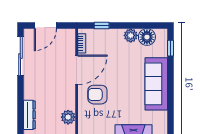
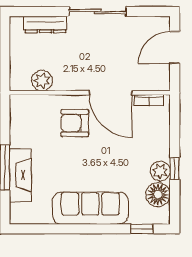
door: (45, 25) -> (175, 48), hinge flipped
window: (102, 25) -> (175, 169), moved
sliding door: (20, 56) -> (98, 12), moved
armchair: (97, 95) -> (75, 123), turned -90

